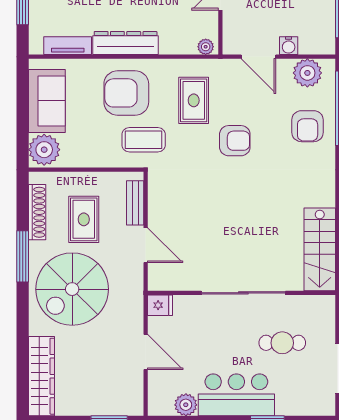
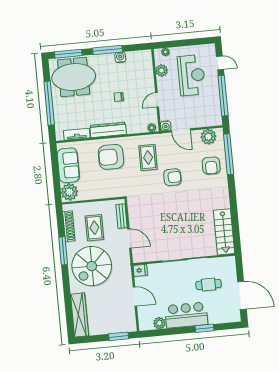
water cooler: (289, 46) -> (166, 126), moved
coffee table: (144, 140) -> (123, 181), removed

